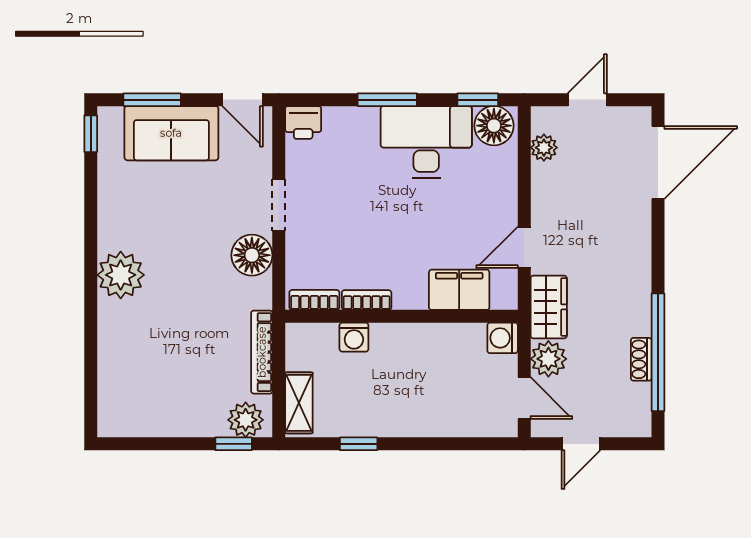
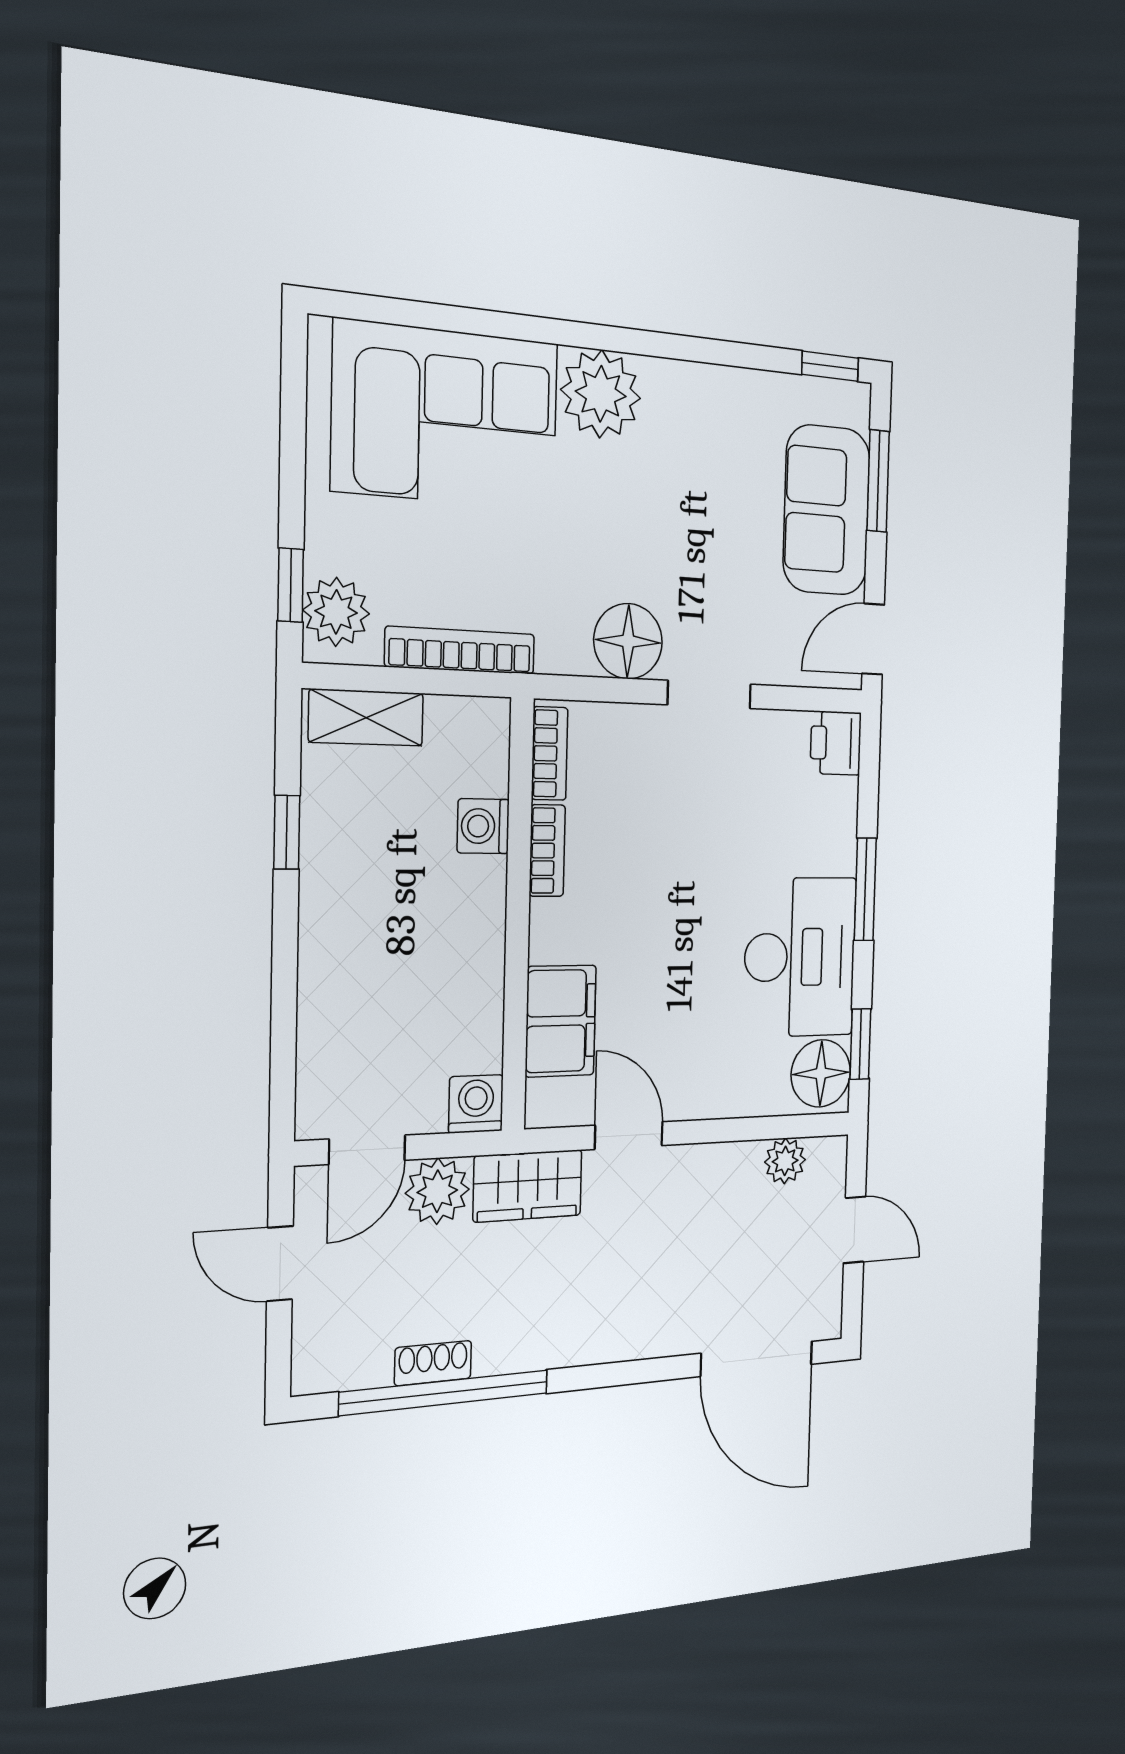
corner sofa: (141, 363) -> (446, 416), added

